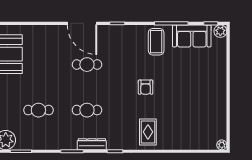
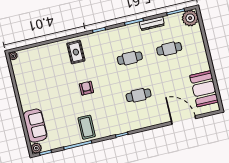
door: (82, 23) -> (184, 120), moved
sofa: (192, 36) -> (35, 126), moved, turned 90
dresser: (92, 144) -> (152, 24), moved

